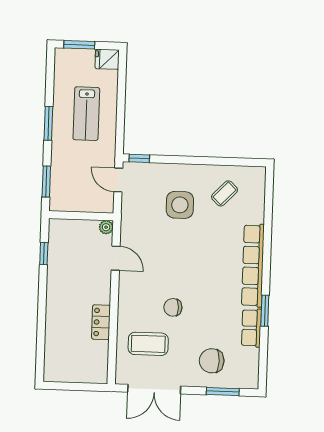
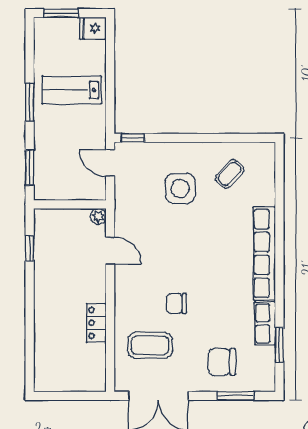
lab bench: (86, 114) -> (72, 90), turned 90
window: (265, 311) -> (279, 345), moved

